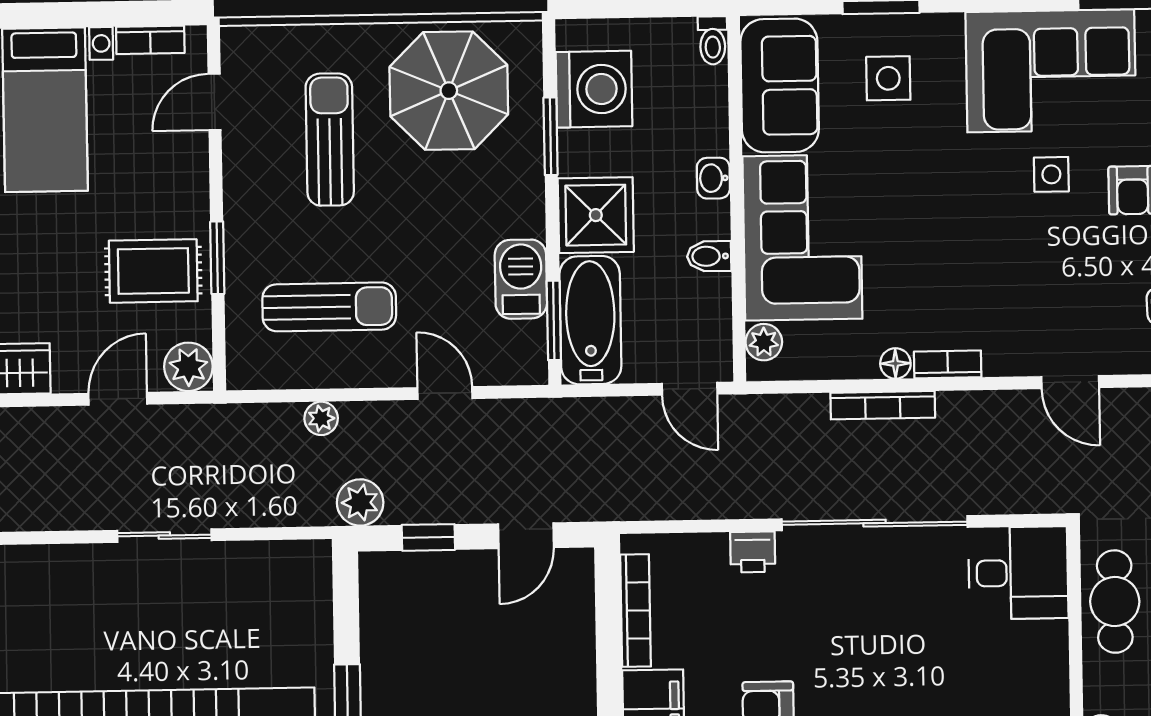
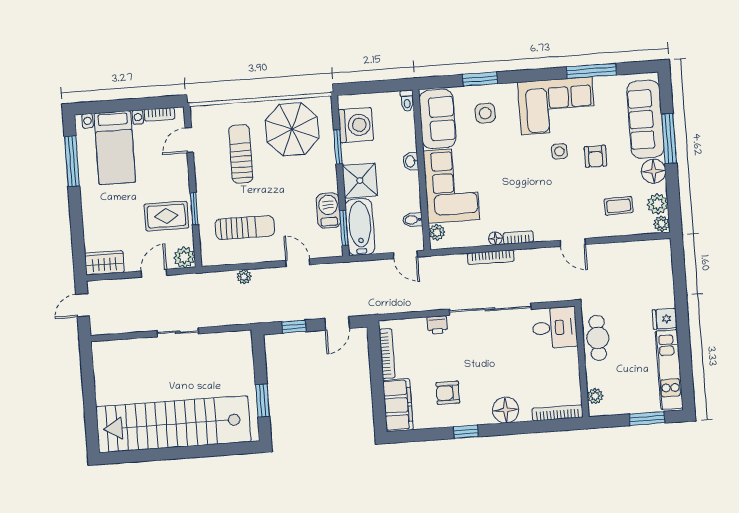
bidet: (709, 256) -> (412, 220), moved
plant: (360, 502) -> (263, 313), removed

